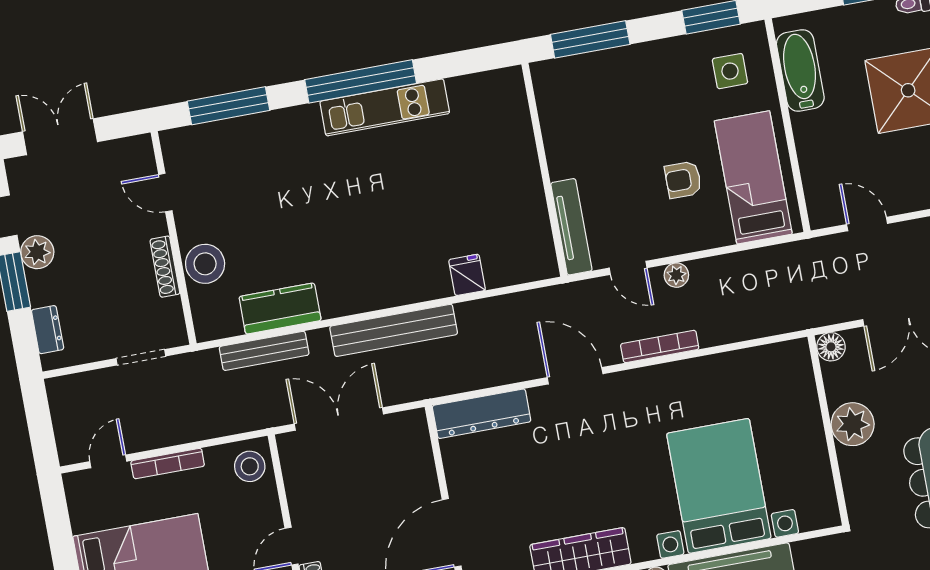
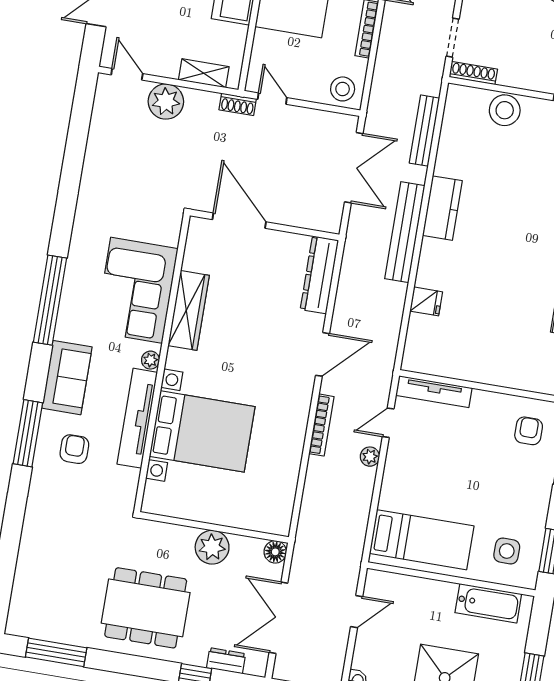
armchair: (683, 180) -> (529, 431), moved
shoe rack: (165, 267) -> (473, 73), moved
kitchen counter: (280, 309) -> (442, 208), moved

